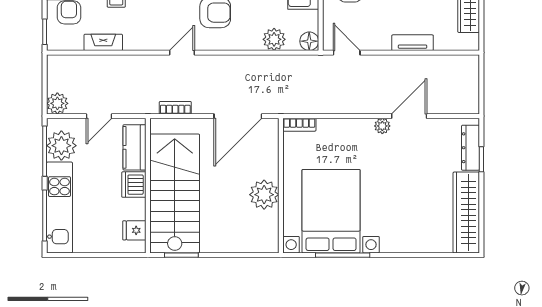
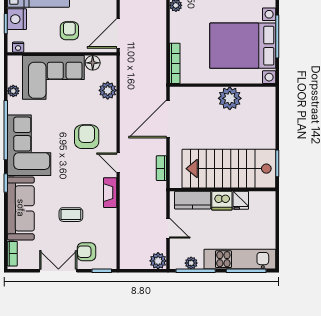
floor lamp: (309, 41) -> (93, 63), moved
fireplace: (103, 42) -> (110, 193), moved
door: (347, 53) -> (118, 33), width x1.38
door: (238, 116) -> (168, 119), swing flipped
bookcase: (299, 125) -> (175, 63), width x1.56
plant: (61, 146) -> (191, 263), width x0.53, depth x0.53
fridge: (134, 230) -> (241, 200), moved

